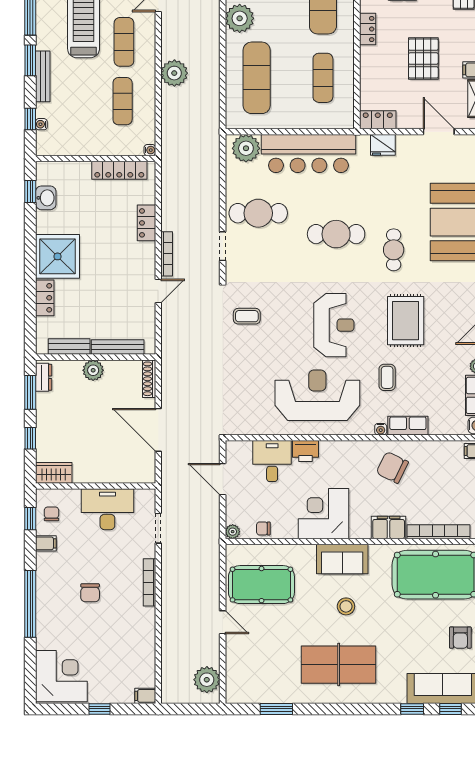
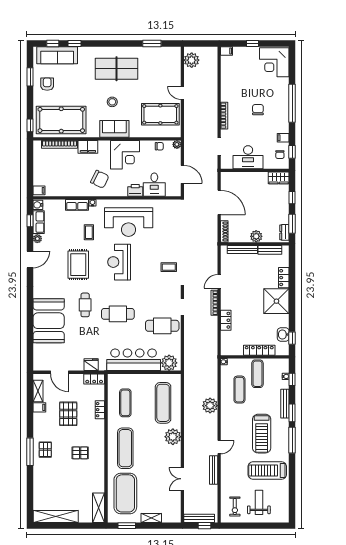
locker: (368, 29) -> (100, 410), moved
exercise mat: (124, 42) -> (257, 374), moved
locker: (119, 170) -> (259, 350), moved
chair: (392, 467) -> (100, 179), moved

